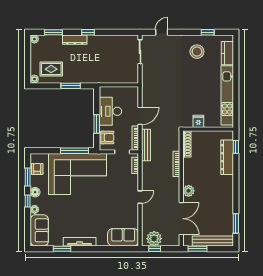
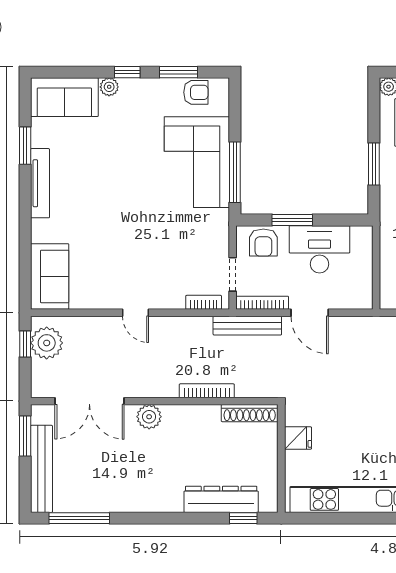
corner sofa: (77, 174) -> (197, 162), width x0.73, depth x0.74
floor lamp: (35, 192) -> (146, 88), removed
window: (236, 223) -> (79, 518), width x1.44

